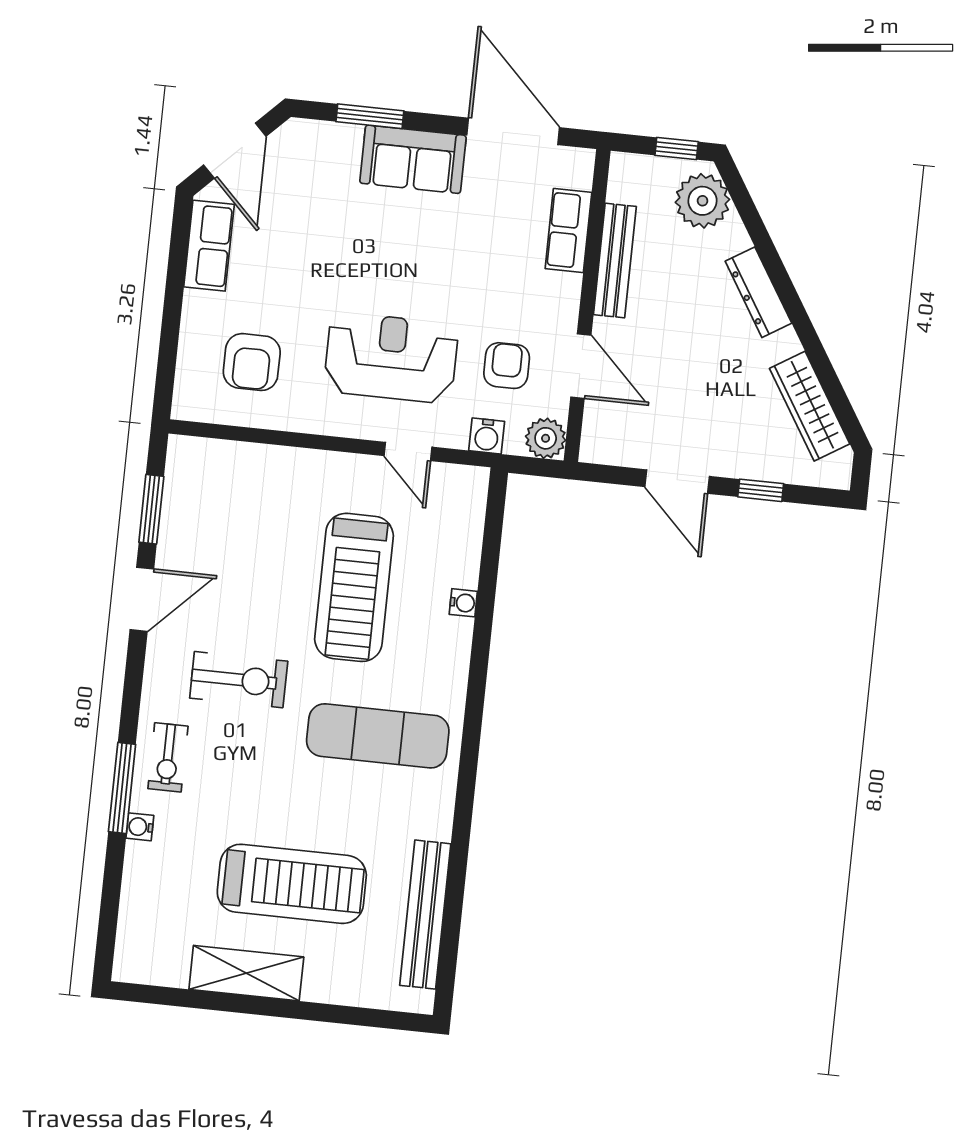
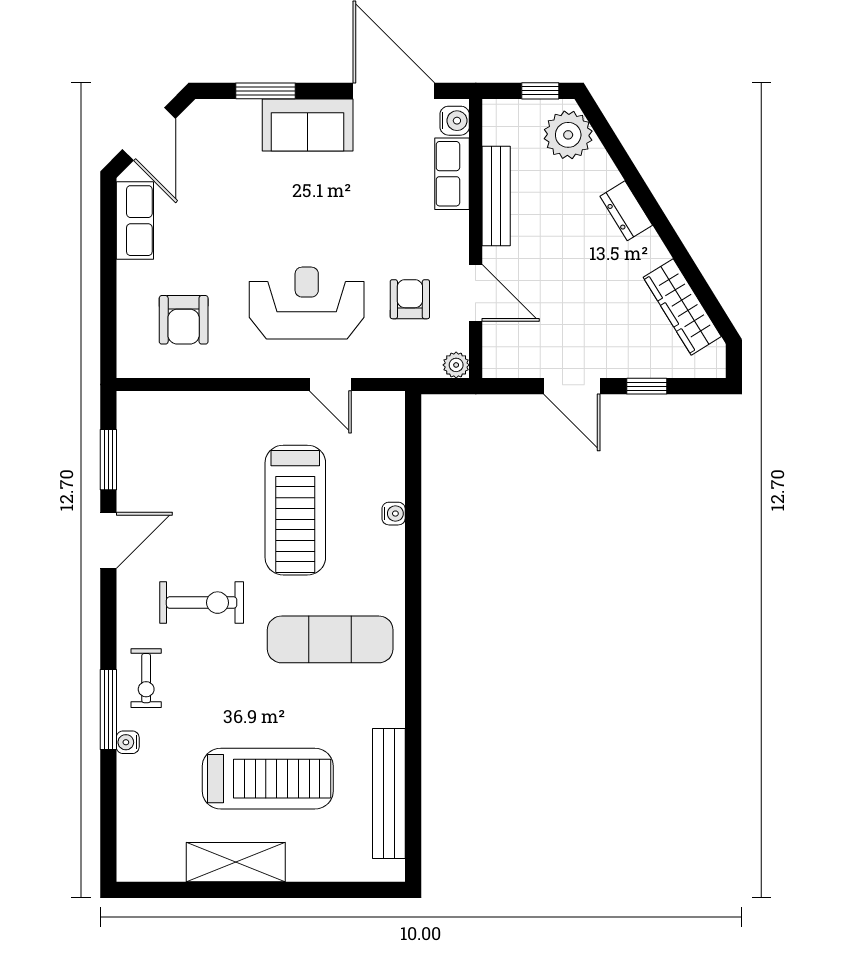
dresser: (758, 292) -> (626, 211), width x0.70
water cooler: (487, 436) -> (455, 121), moved, turned -90
plant: (546, 438) -> (456, 365), width x0.73, depth x0.73

